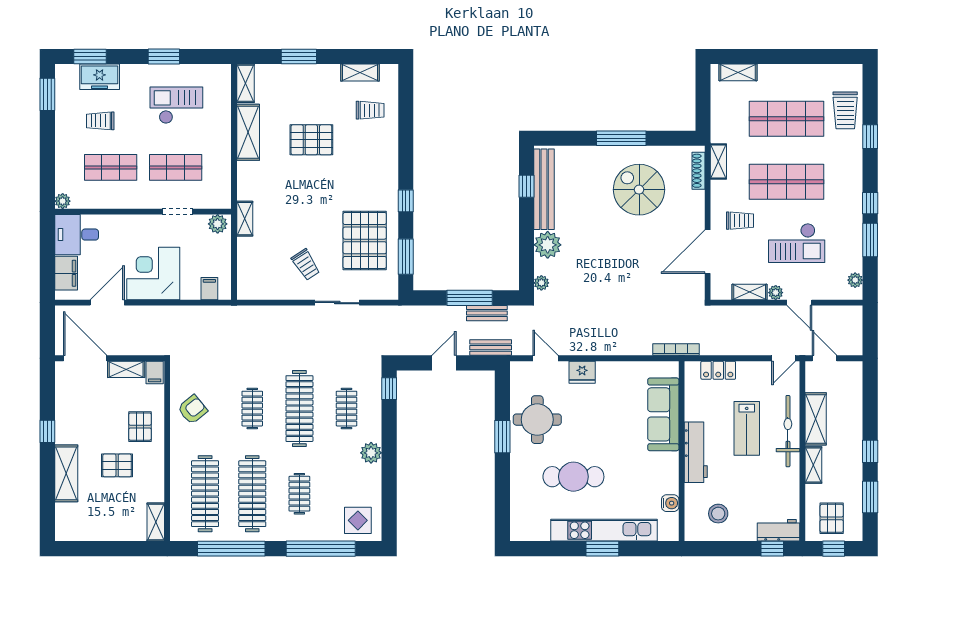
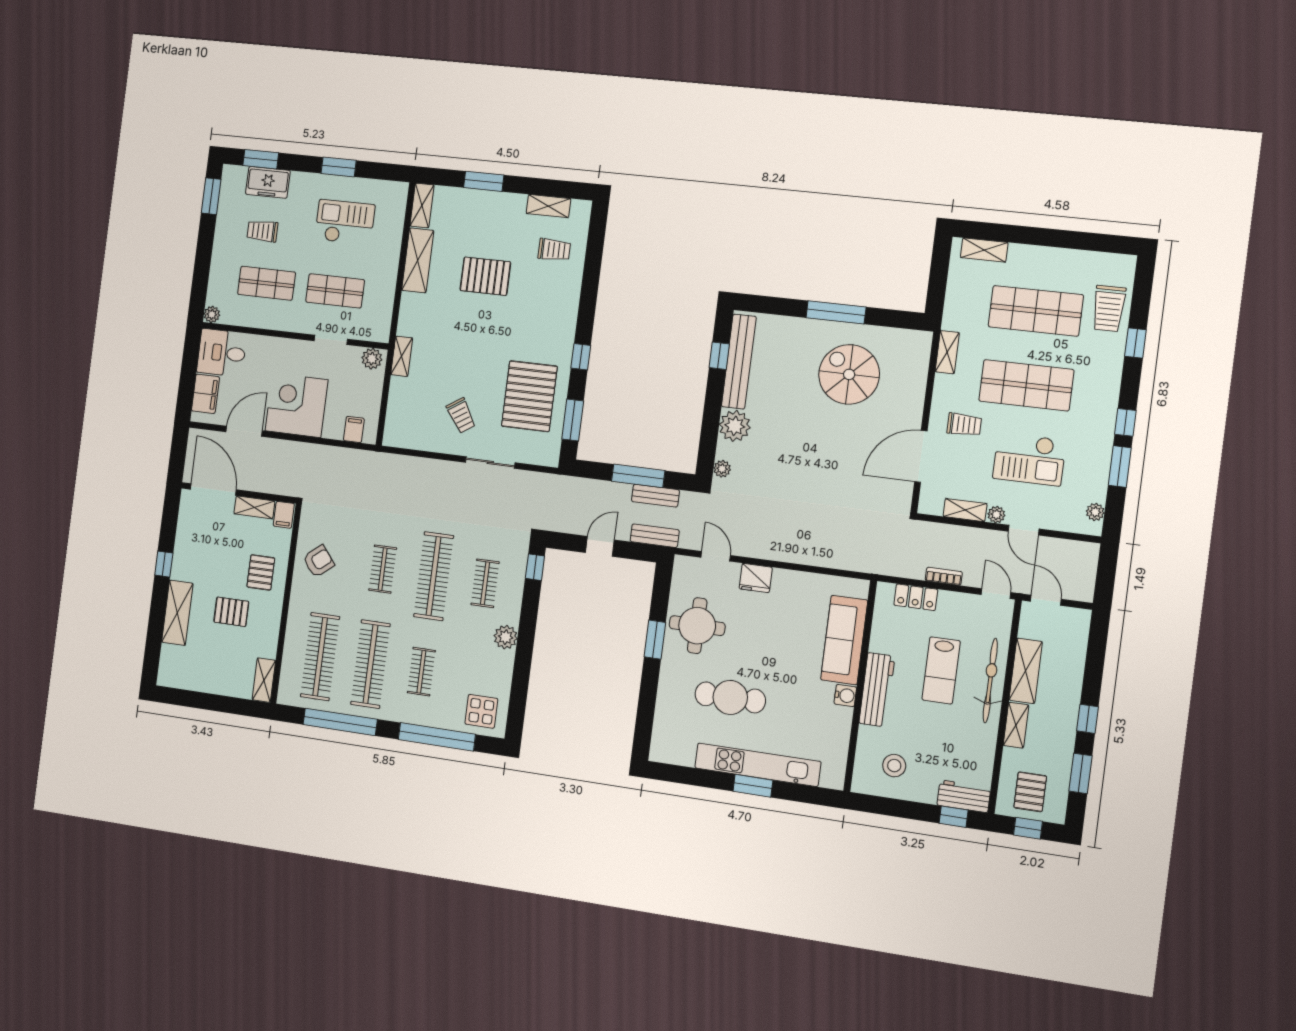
shoe rack: (698, 171) -> (922, 360), removed
bookcase: (676, 350) -> (944, 576), moved, width x0.64
door: (784, 358) -> (996, 594), swing flipped
water cooler: (670, 503) -> (845, 695), moved

